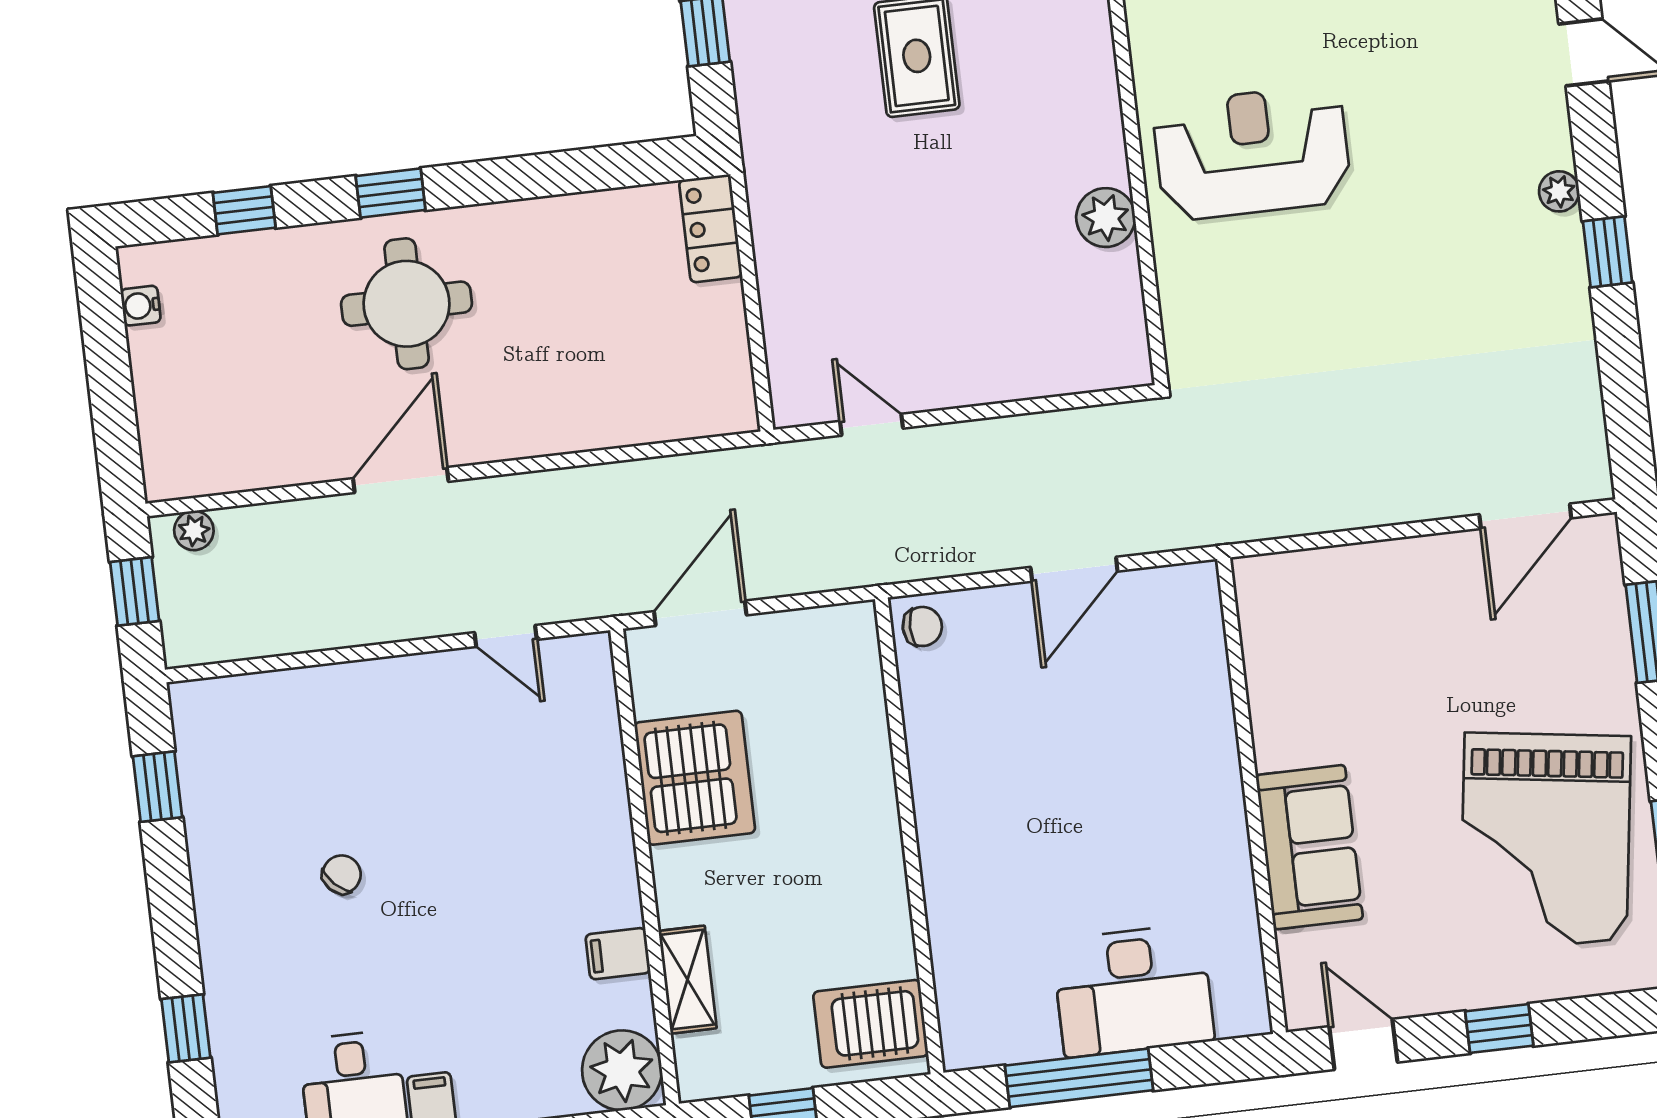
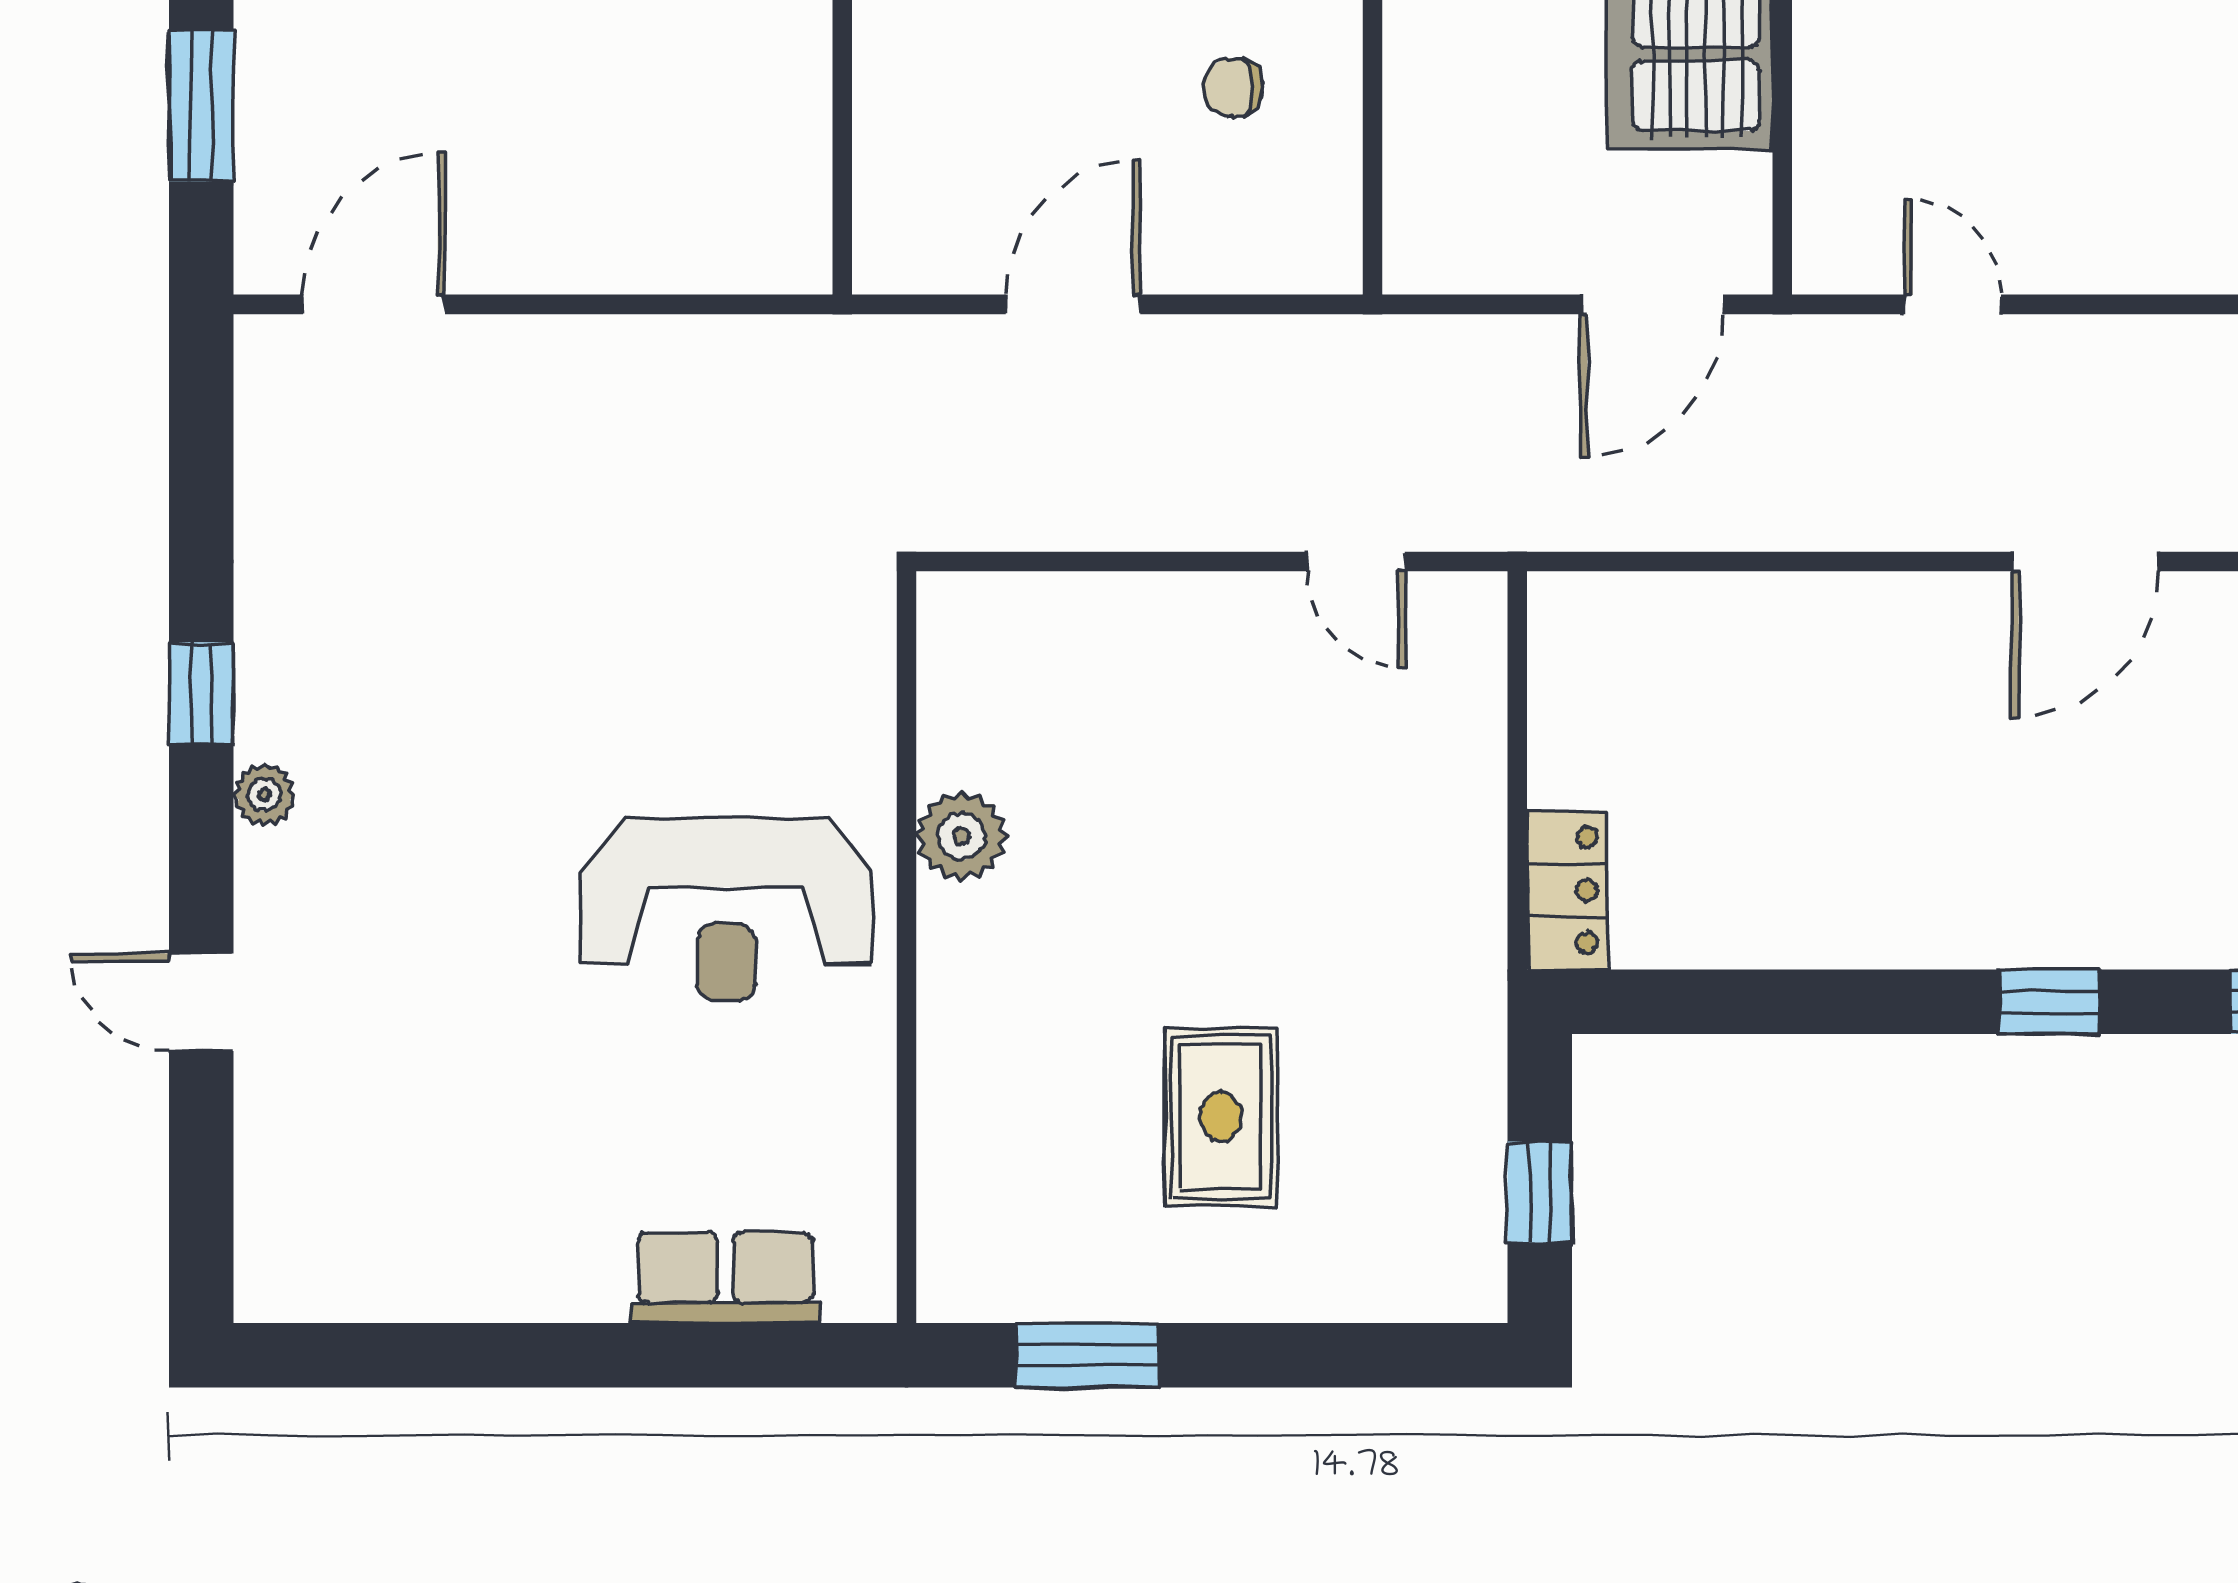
round table: (407, 304) -> (2045, 830), removed
chair: (922, 626) -> (1233, 88), moved

